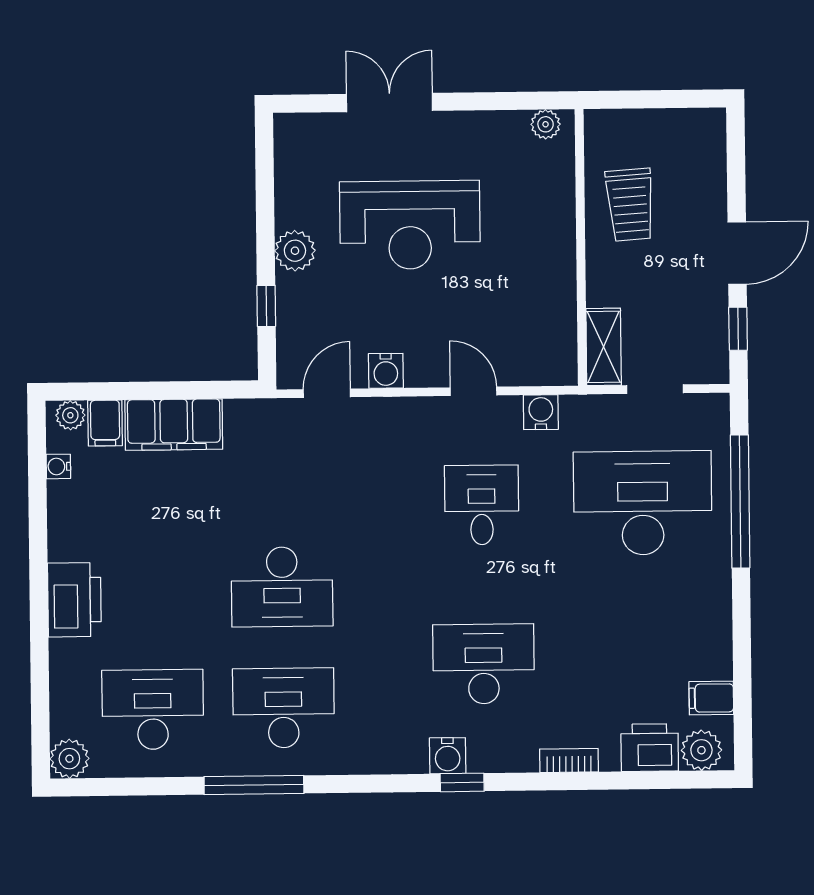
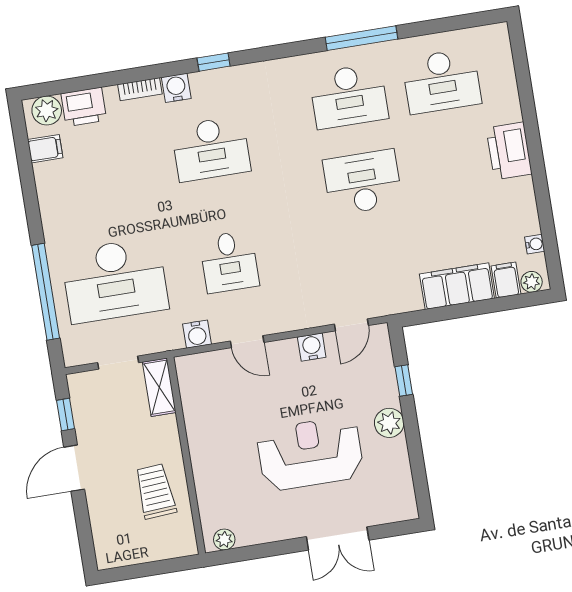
water cooler: (448, 756) -> (176, 88), moved
plant: (69, 759) -> (496, 37), removed

